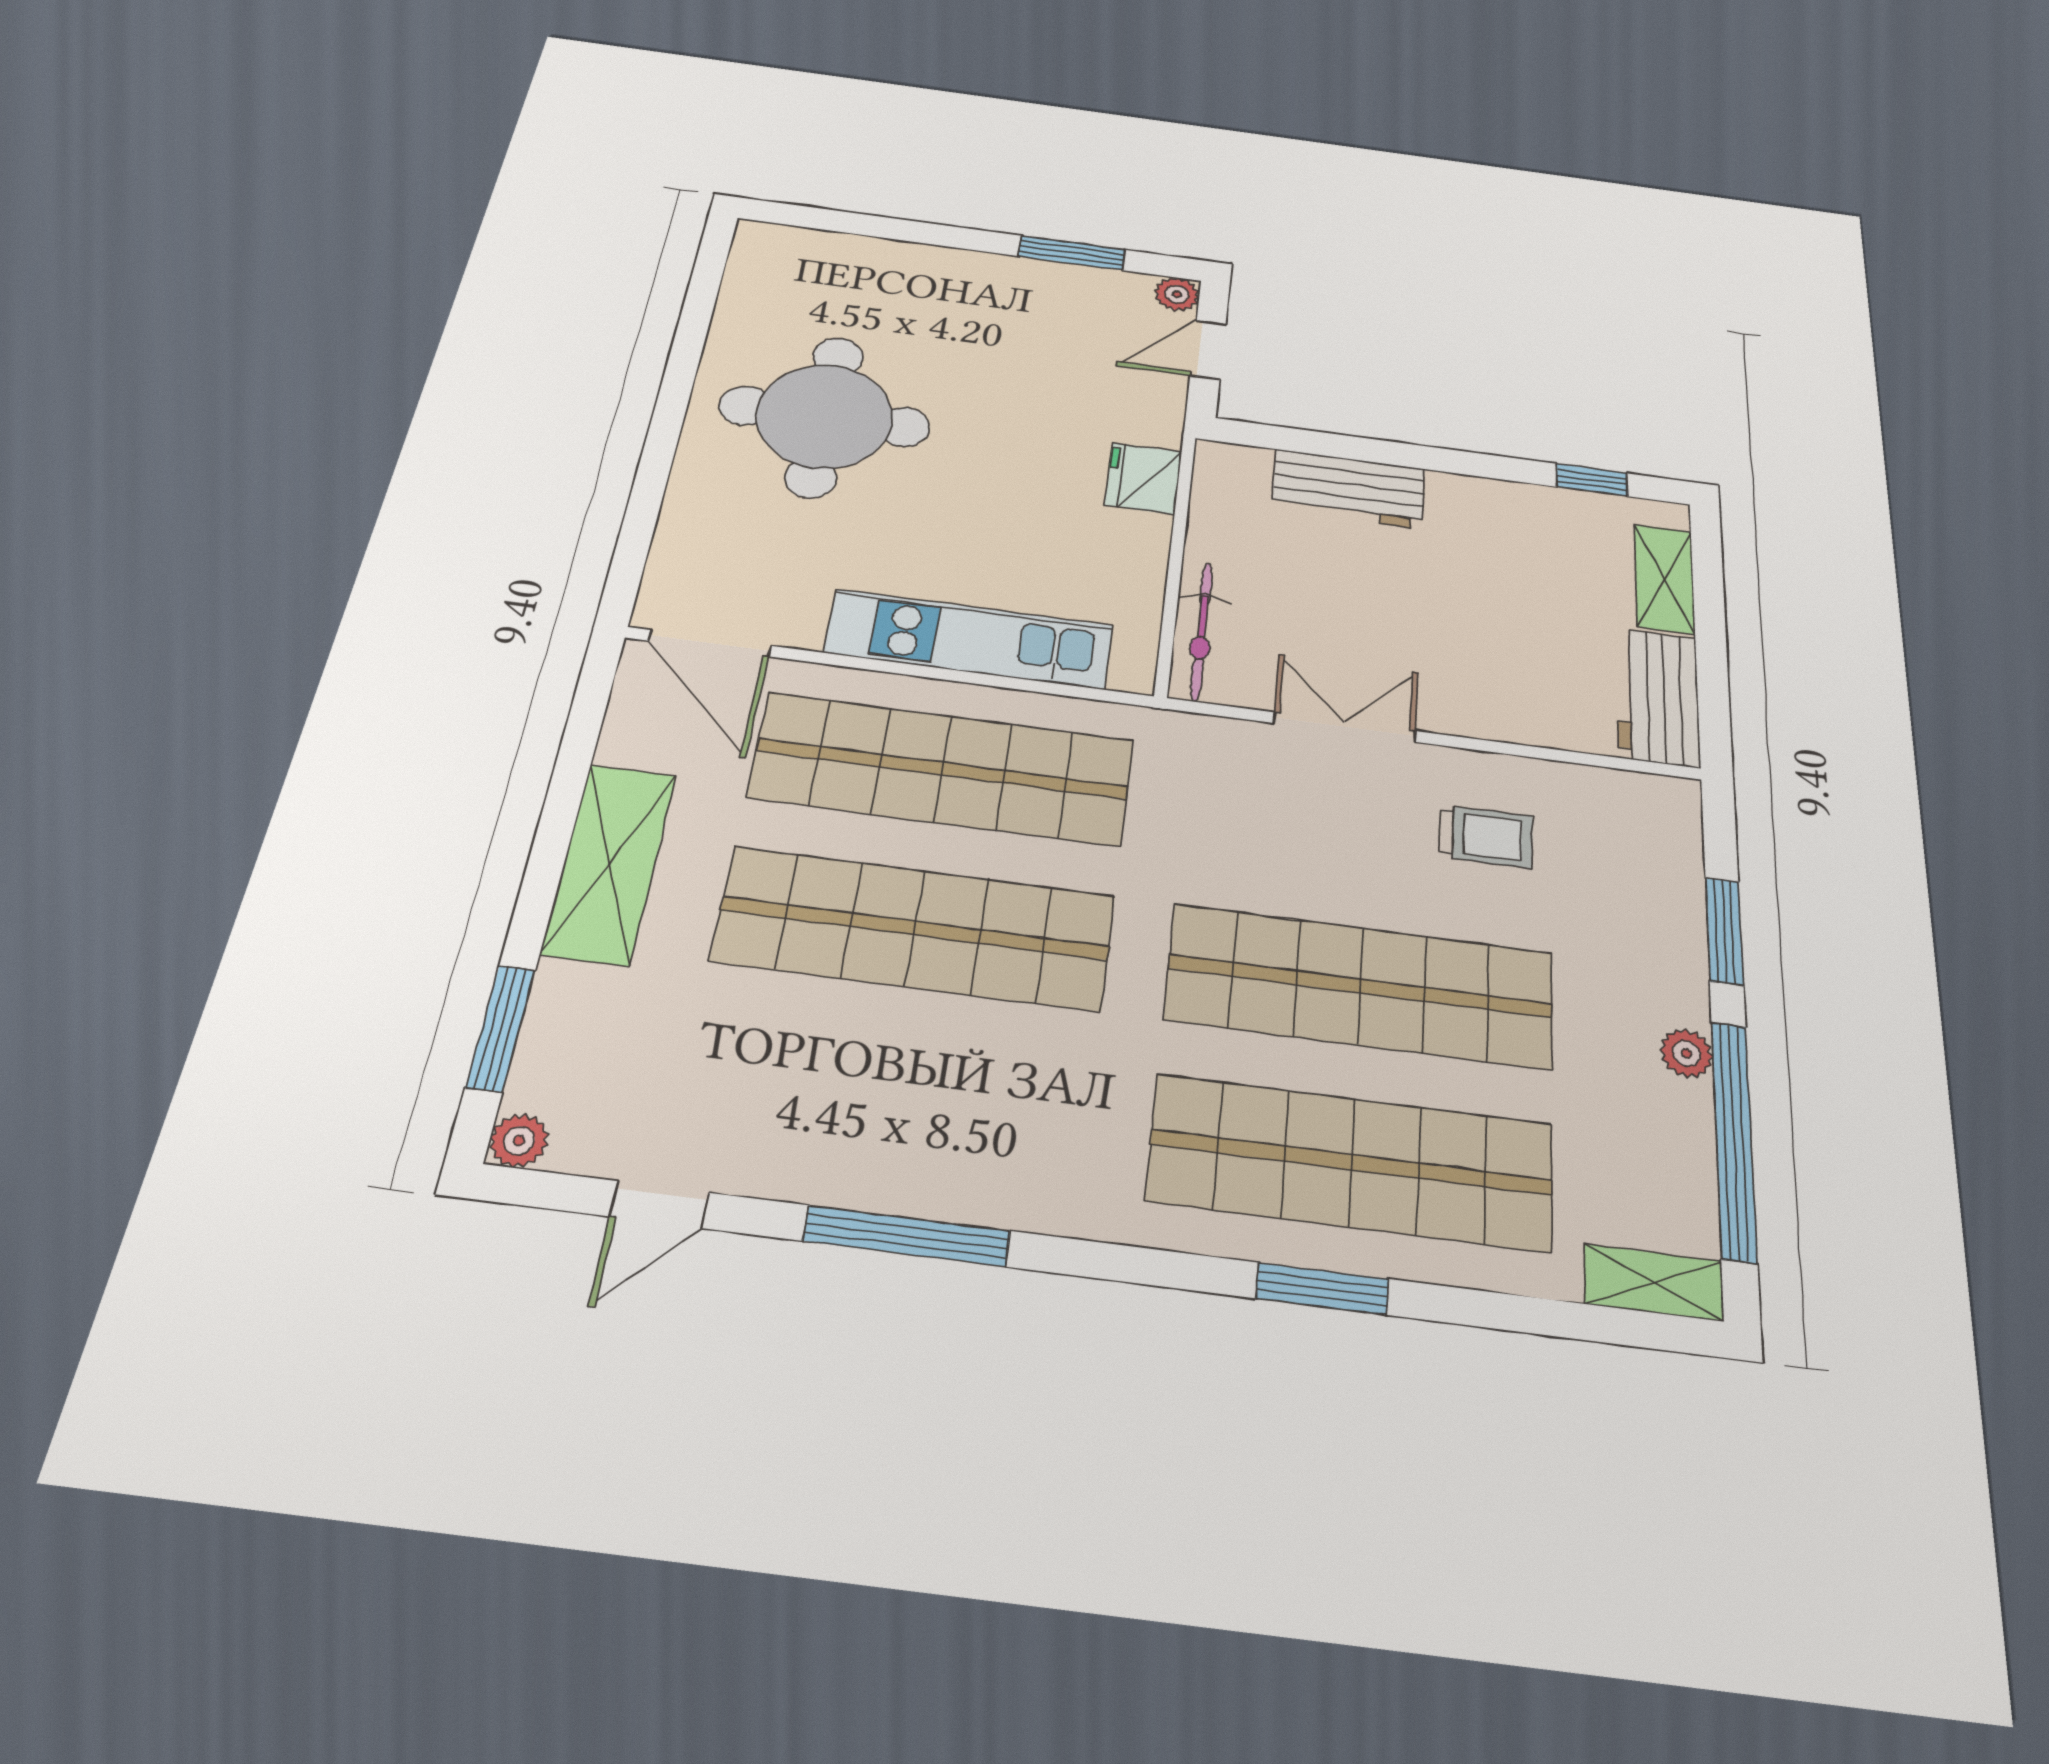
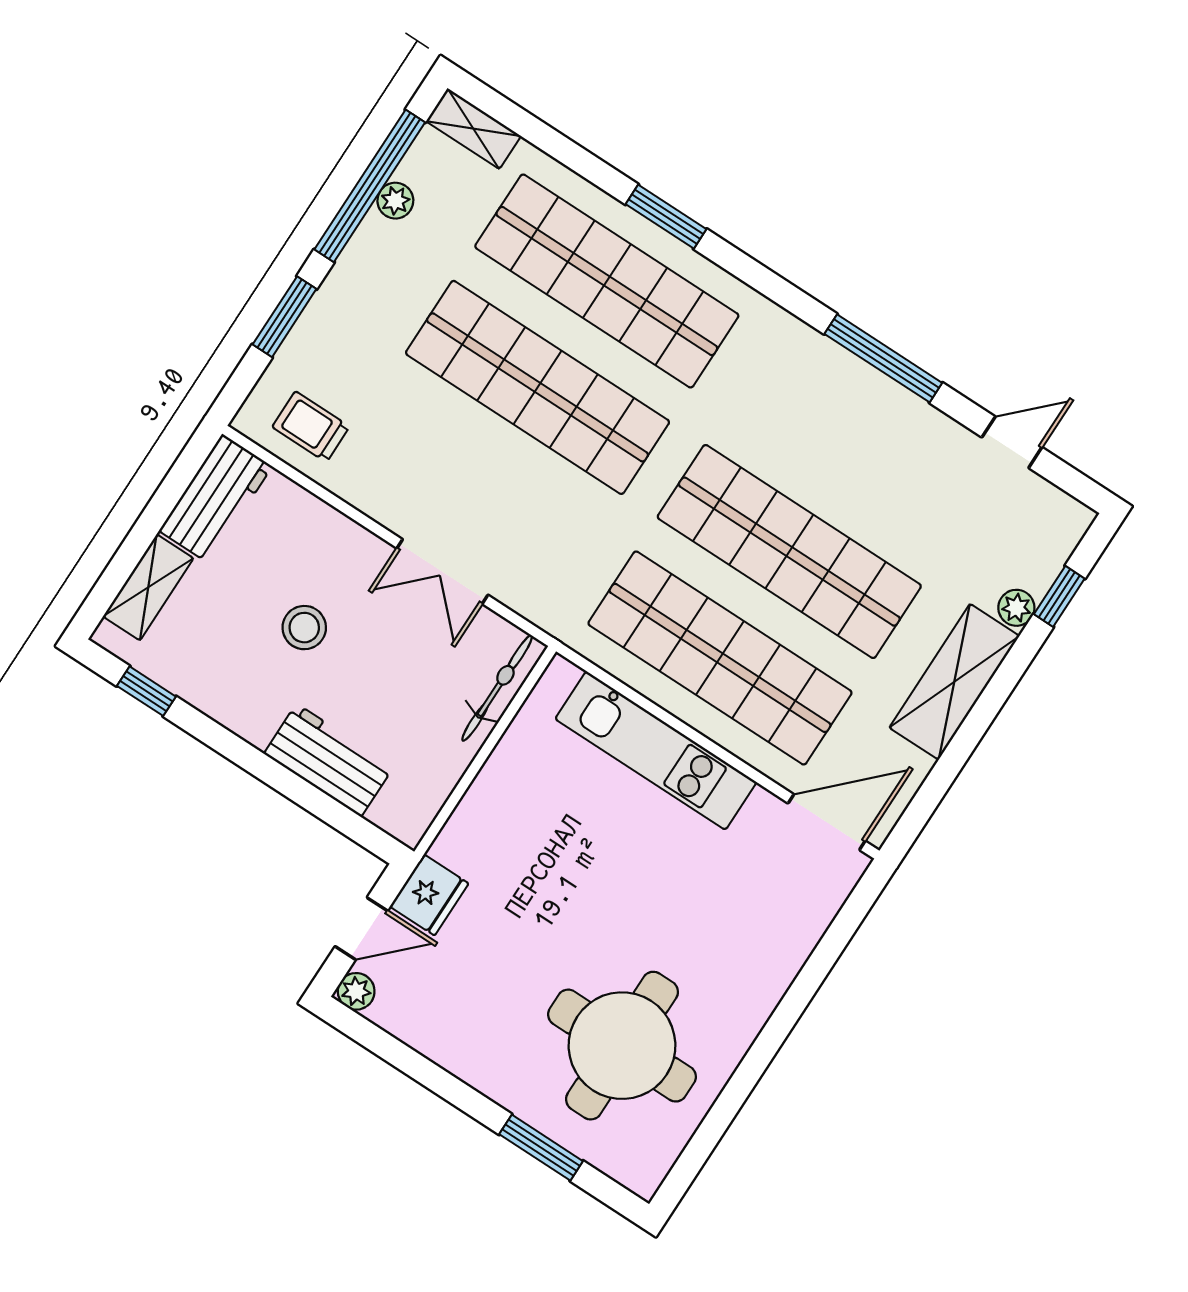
window: (1072, 253) -> (541, 1148), moved
round table: (825, 416) -> (622, 1046), moved
fridge: (1143, 478) -> (429, 895), moved
stool: (1465, 606) -> (304, 628), added
door: (710, 643) -> (827, 822), hinge flipped
trolley: (1486, 837) -> (311, 427), moved
window: (501, 1028) -> (1059, 596), width x0.67
plant: (1687, 1053) -> (395, 201), moved
plant: (519, 1141) -> (1016, 608), moved

